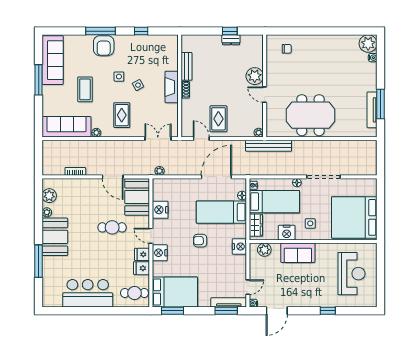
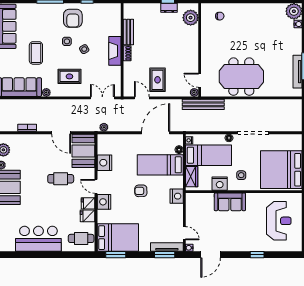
armchair: (104, 46) -> (73, 18), moved
plant: (255, 76) -> (191, 18), moved
door: (265, 95) -> (200, 80), moved
rug: (122, 115) -> (69, 76), turned 90
plant: (264, 250) -> (199, 199), removed
door: (248, 287) -> (184, 233), hinge flipped

